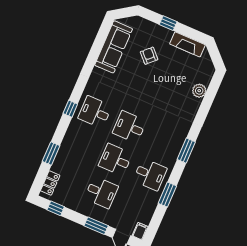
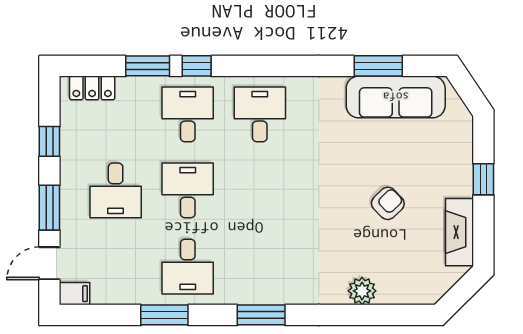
window: (96, 49) -> (378, 66), added
armchair: (149, 56) -> (388, 203), moved
plant: (199, 91) -> (362, 291), moved
window: (70, 109) -> (197, 66), moved
desk: (130, 127) -> (188, 114), moved
window: (56, 208) -> (49, 141), moved

